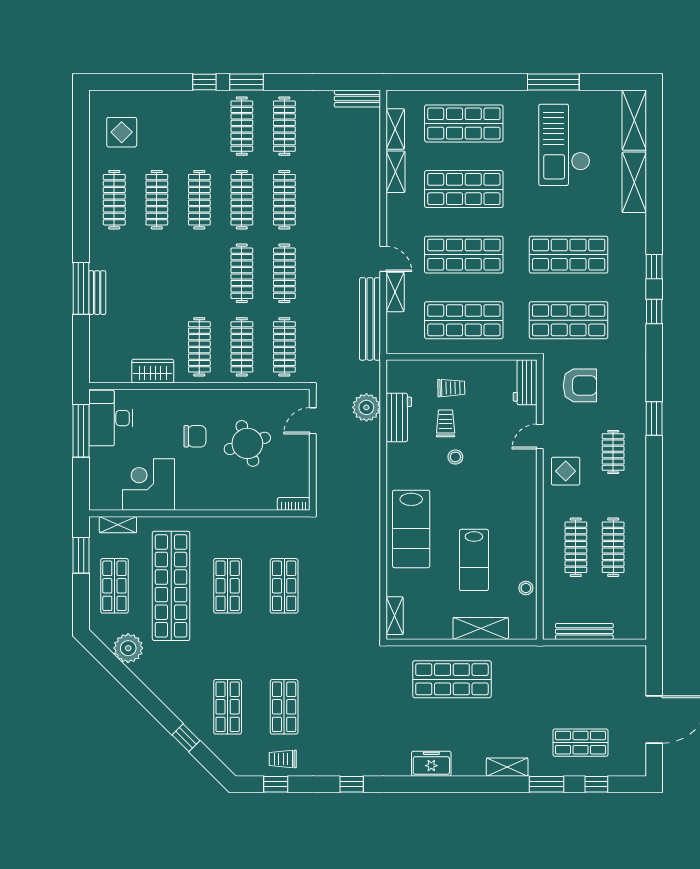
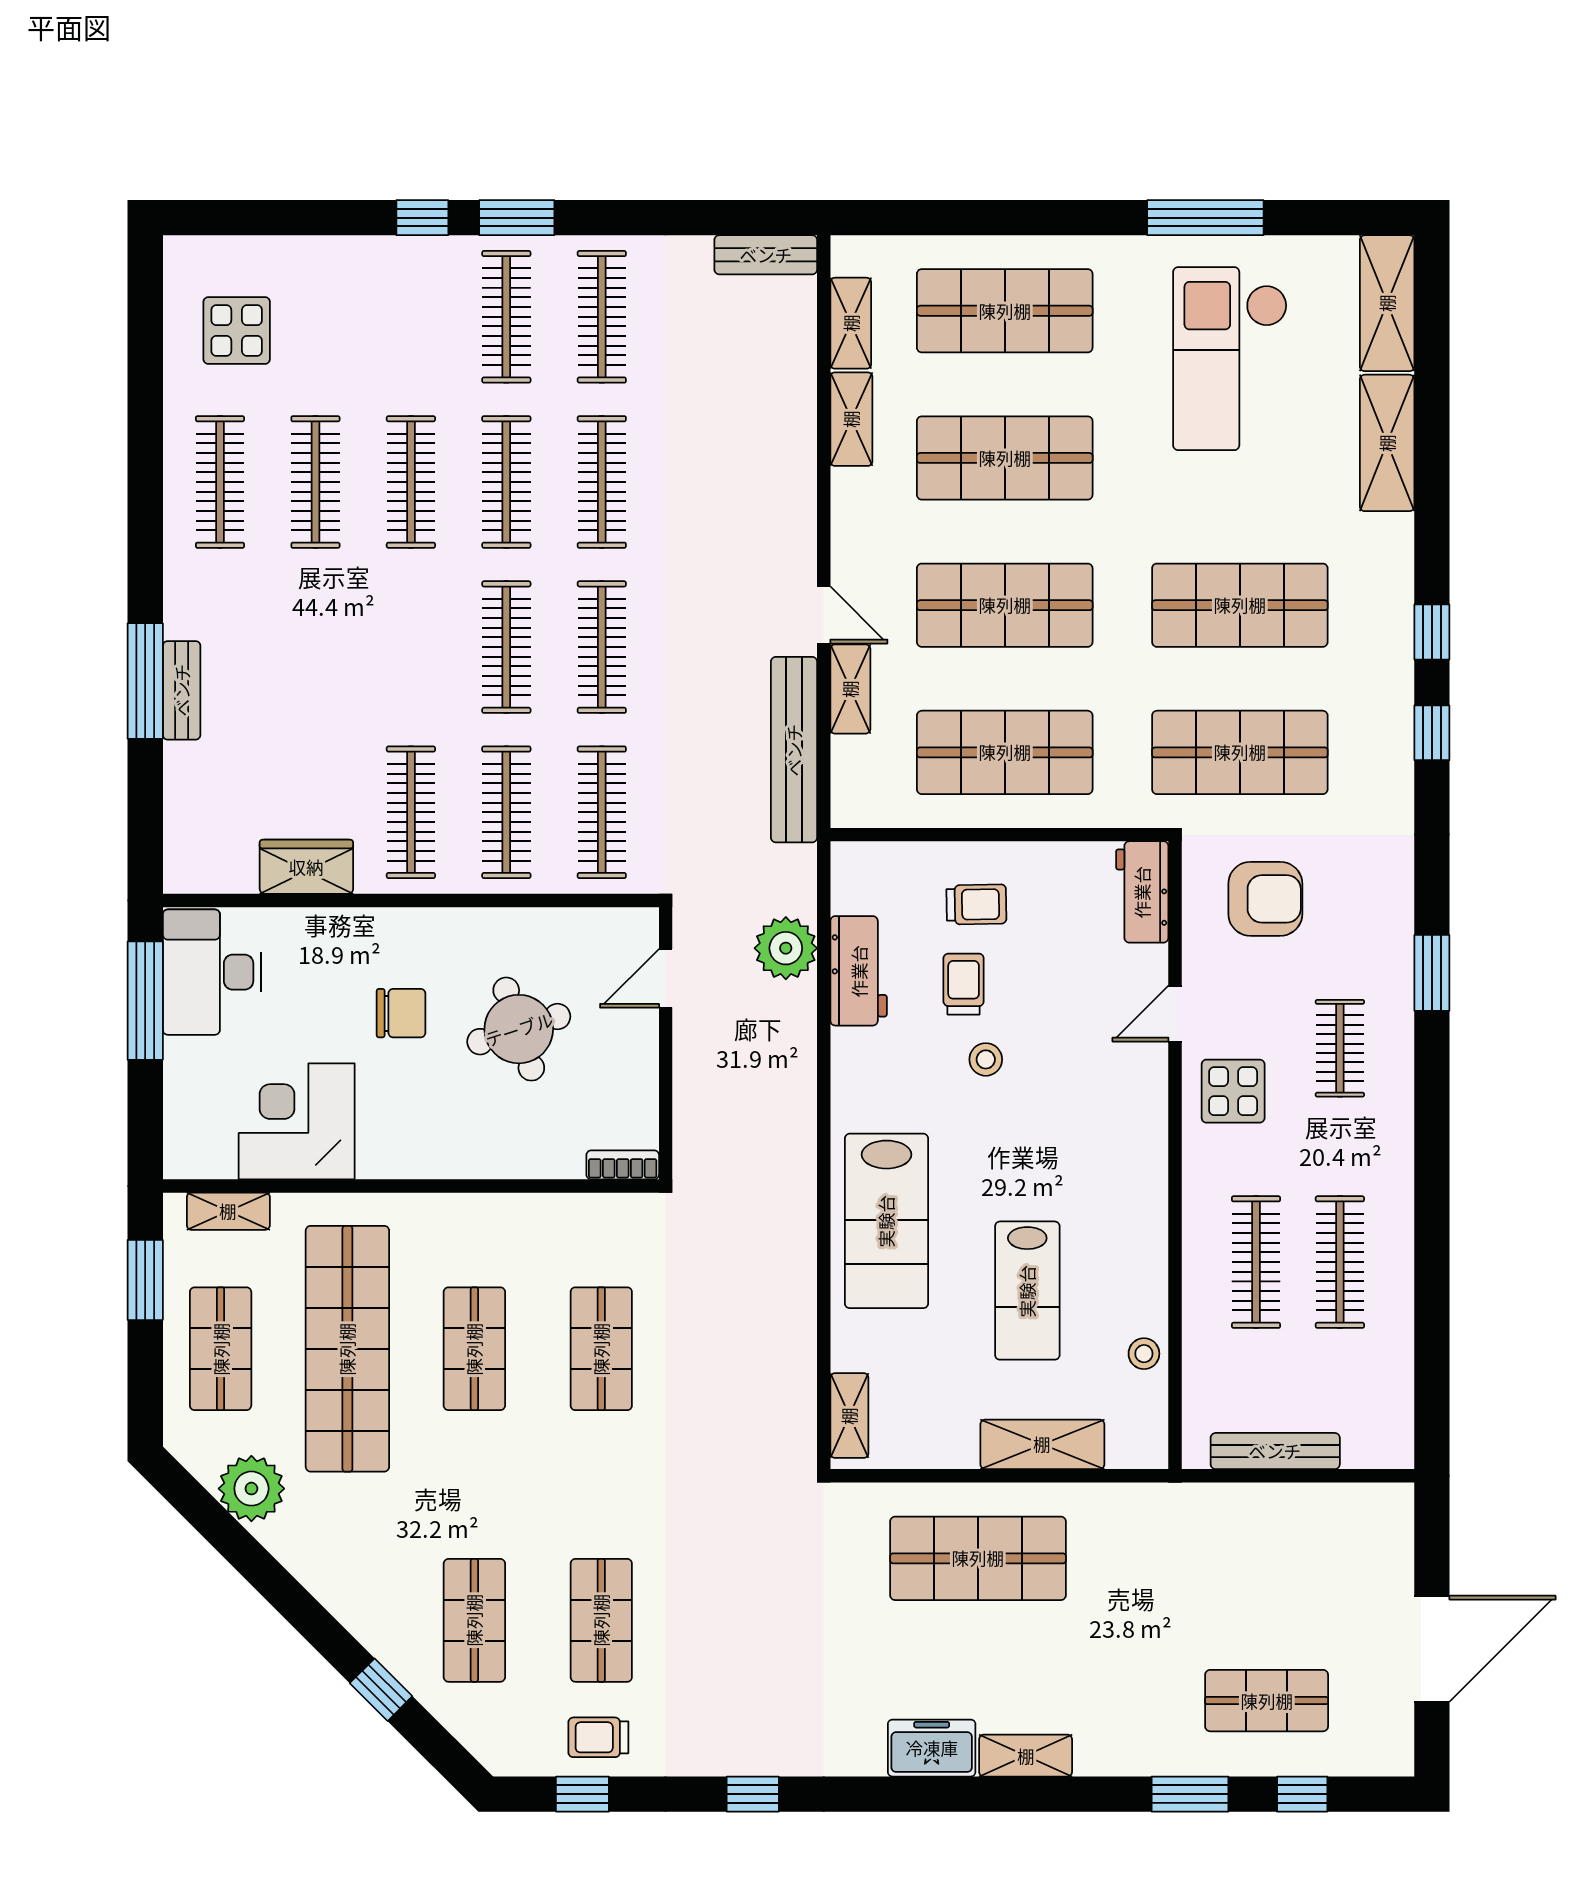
shelving: (507, 767) -> (1026, 1756), moved

